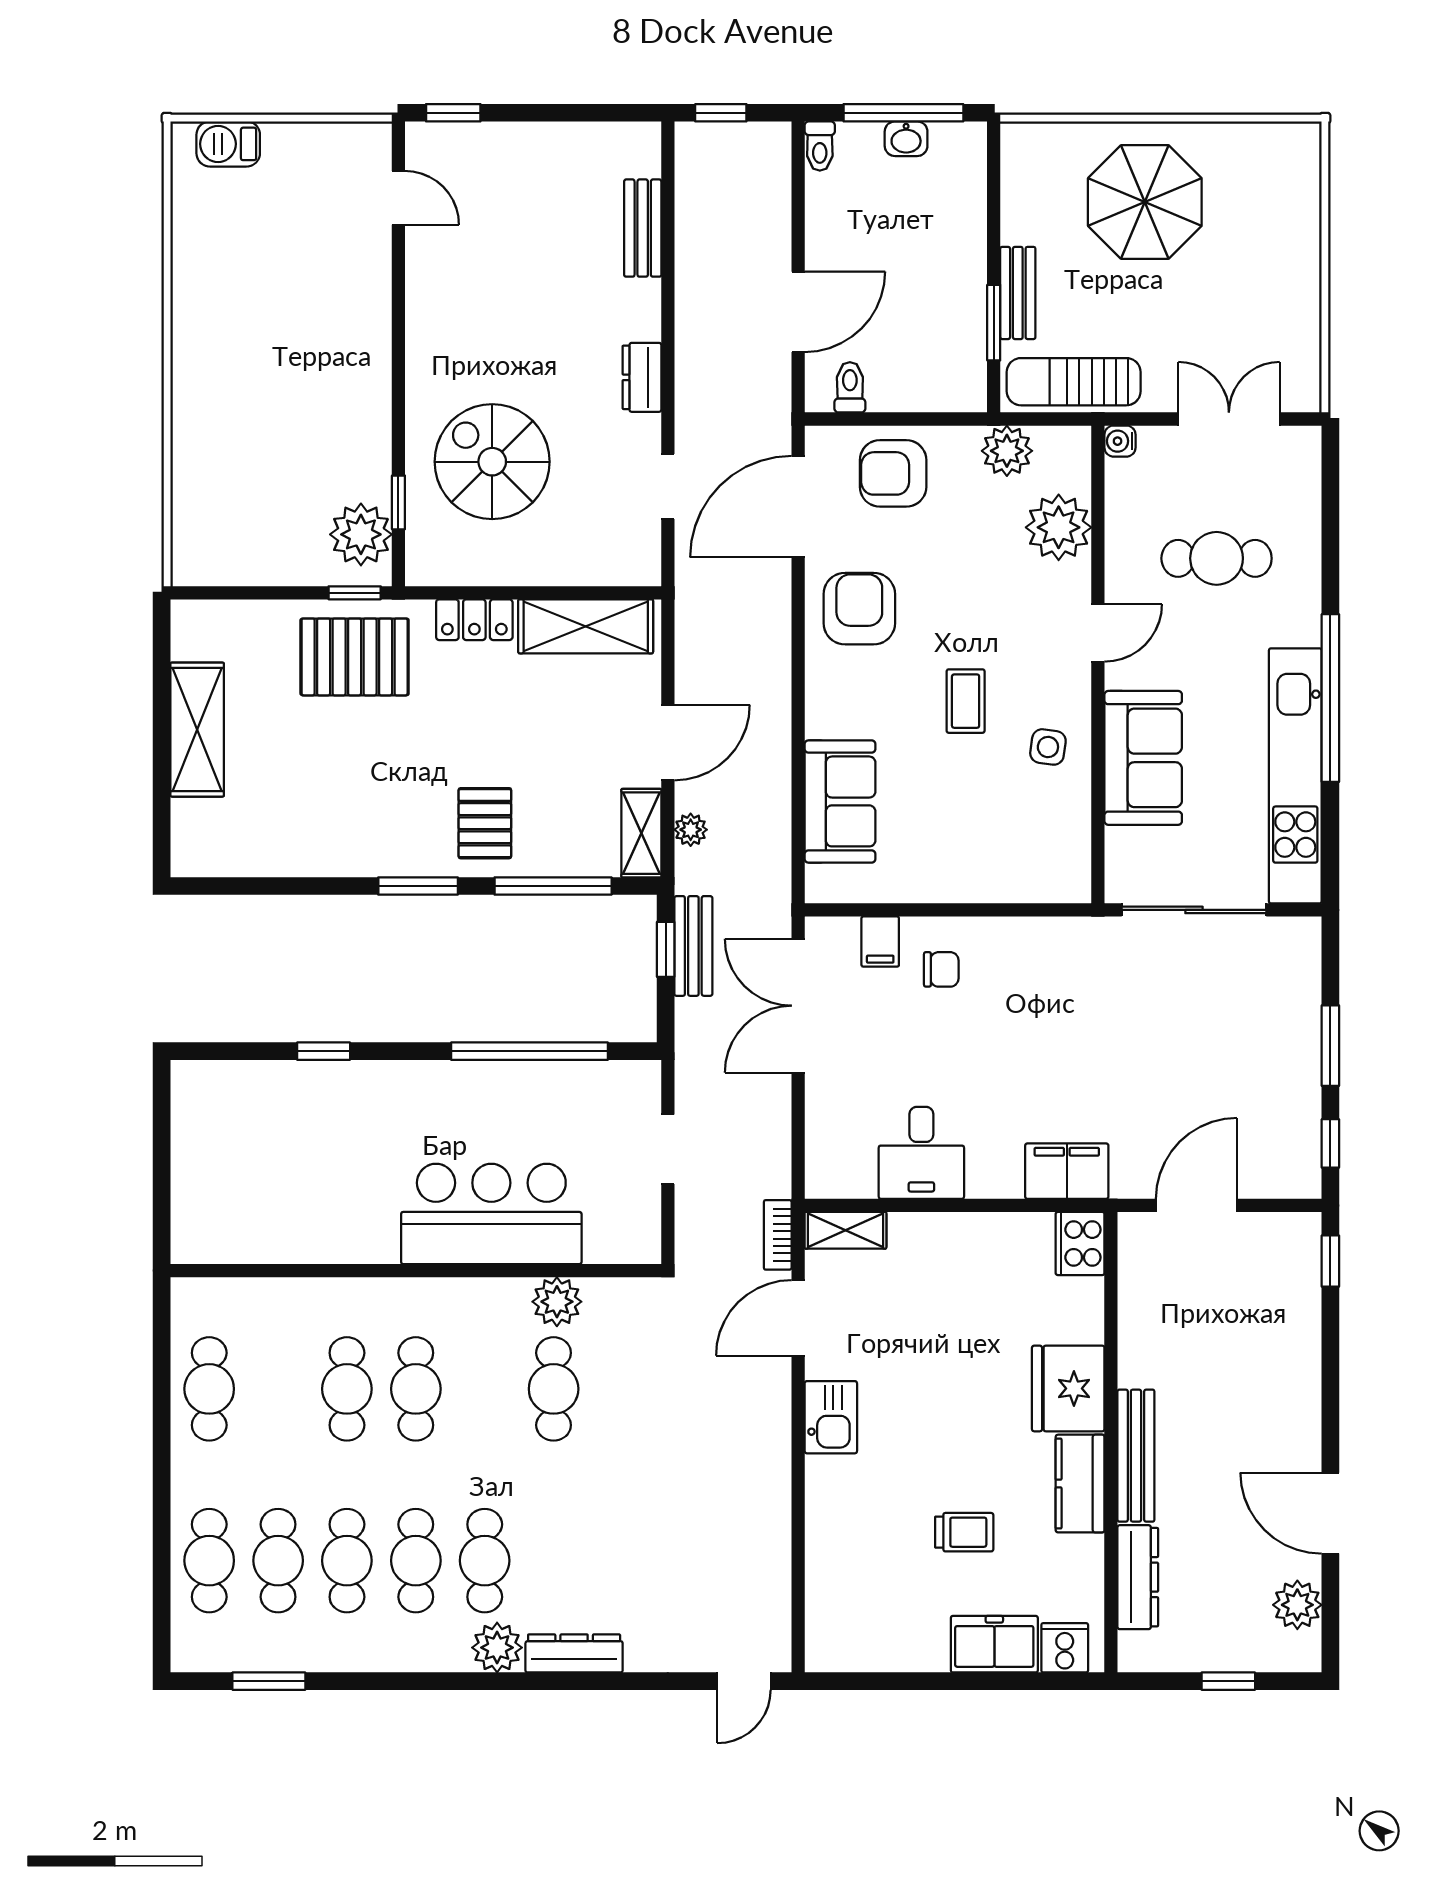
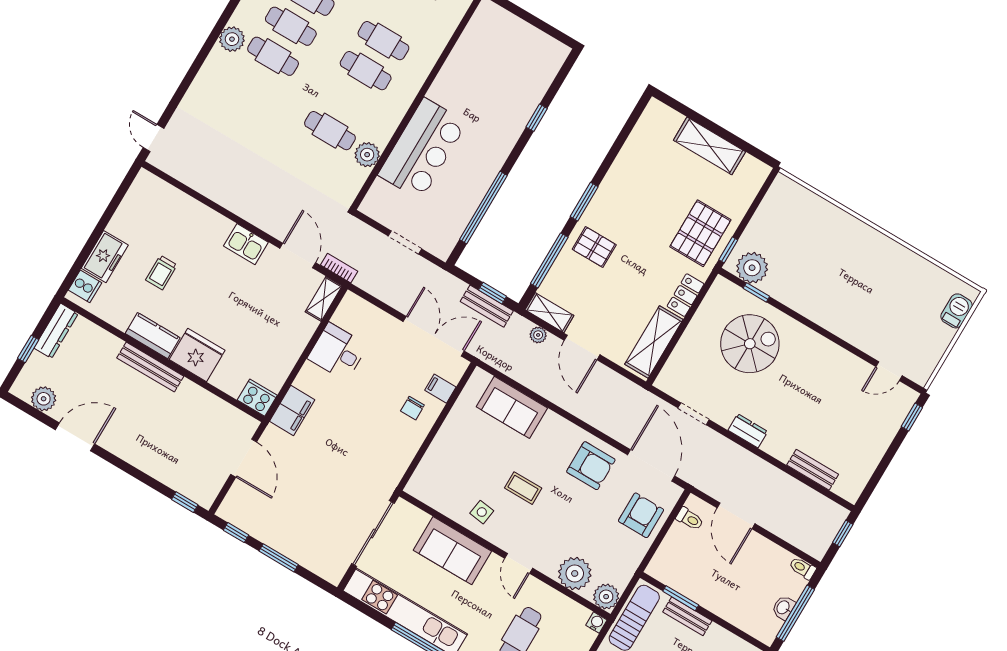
plant: (1007, 451) -> (606, 597), moved
dresser: (1138, 1577) -> (56, 331), moved, turned -90
dresser: (574, 1653) -> (209, 71), removed

